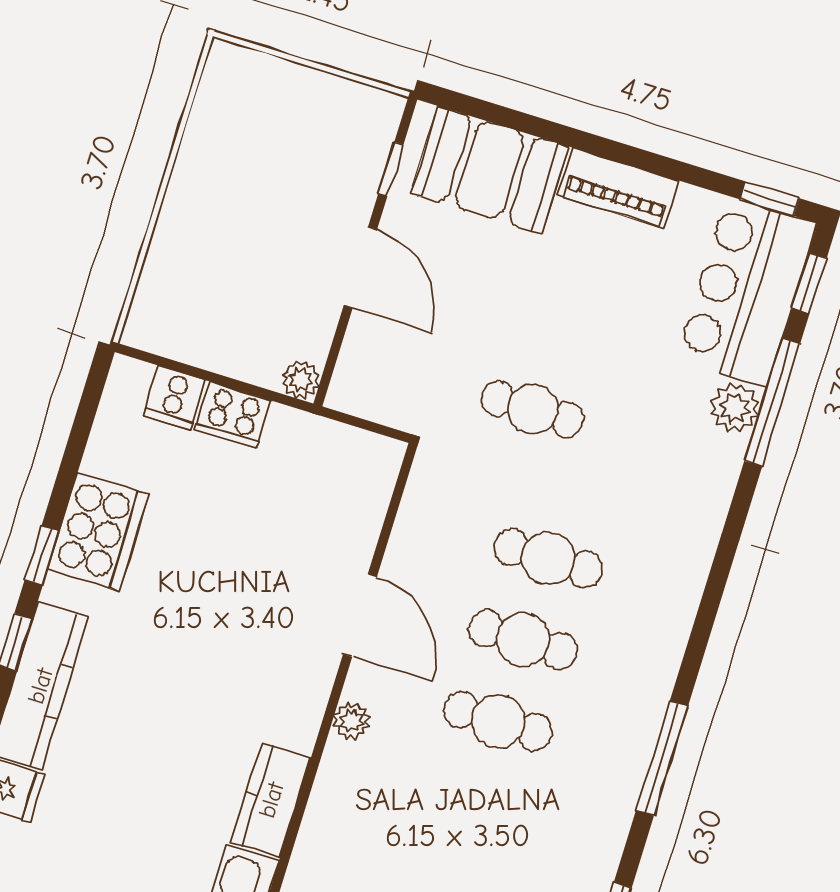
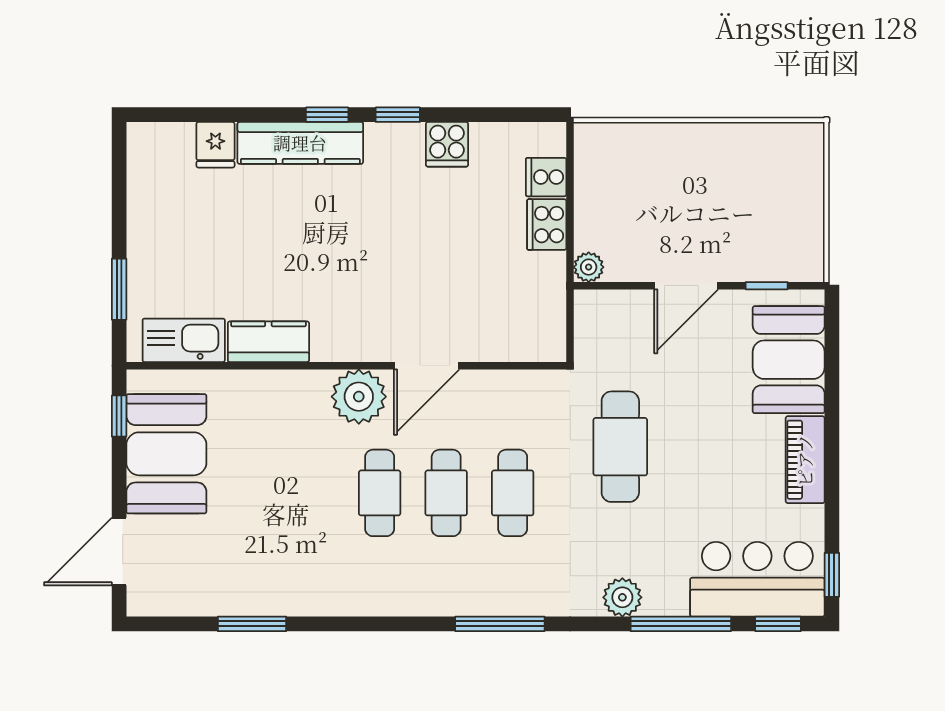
plant: (735, 408) -> (622, 597), moved
cafe table: (533, 409) -> (620, 447), width x1.37, depth x1.35
cooker: (98, 532) -> (447, 144), width x0.53, depth x0.76
plant: (352, 721) -> (359, 397), width x1.88, depth x1.88
window: (662, 758) -> (500, 624), moved

